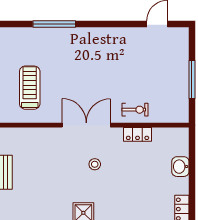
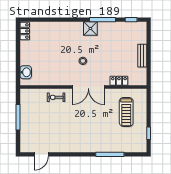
locker: (138, 134) -> (119, 81), moved
washbasin: (180, 167) -> (26, 72), moved

